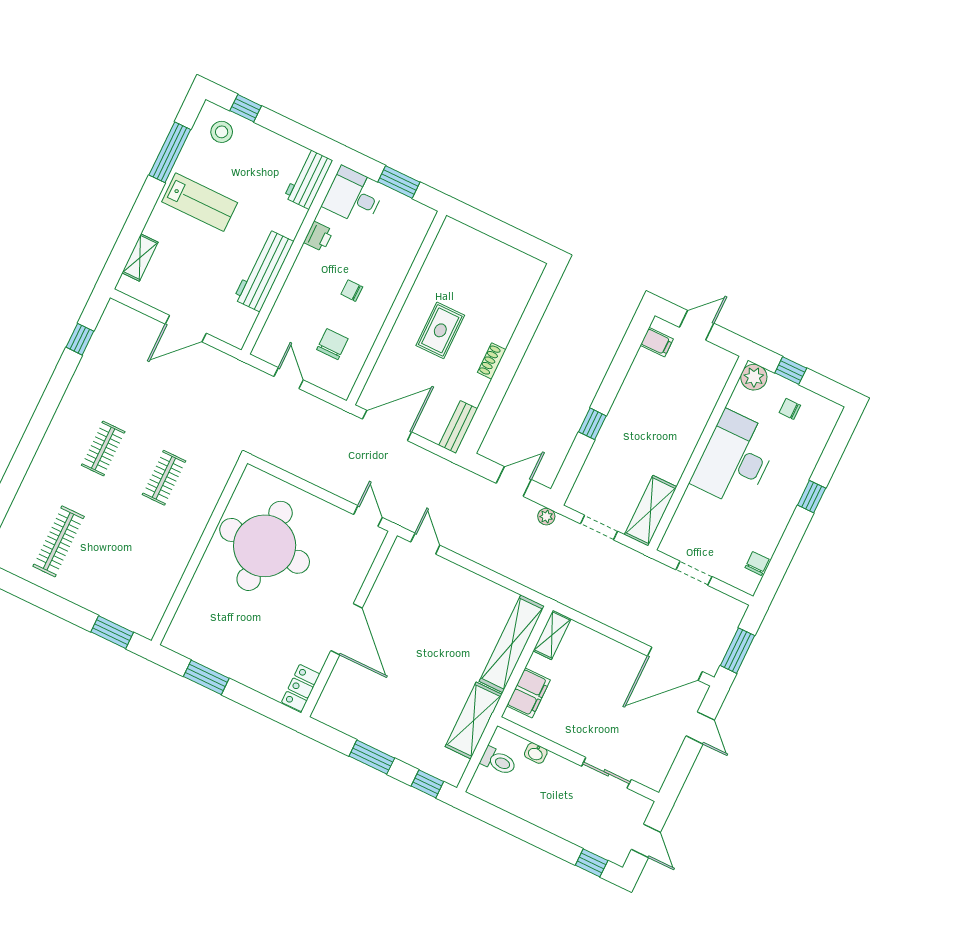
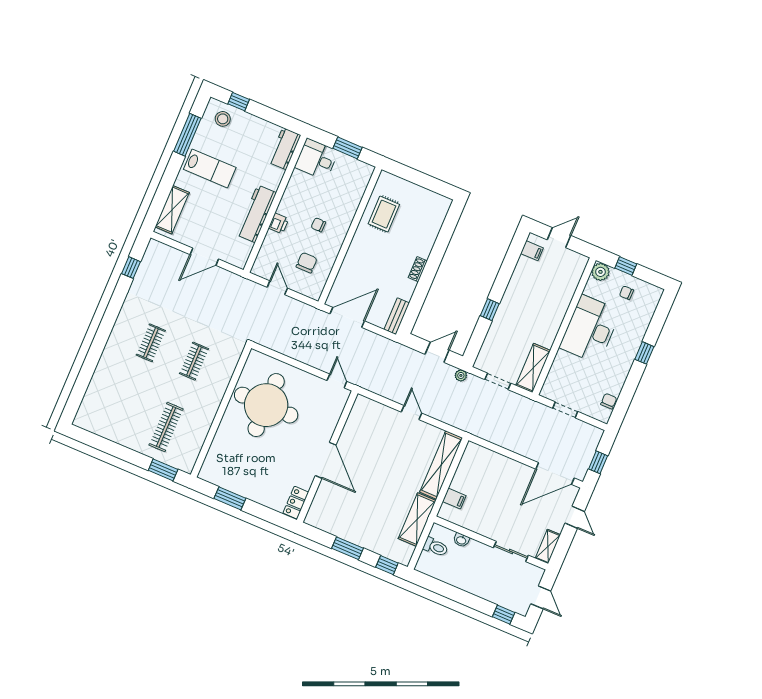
printer: (318, 236) -> (279, 223), moved
shelving: (140, 257) -> (172, 210), width x1.50, depth x1.33
rug: (440, 330) -> (384, 214), moved
clothes rail: (59, 541) -> (166, 427), moved
door: (425, 544) -> (411, 413), moved
shelving: (552, 635) -> (548, 547), moved
window: (737, 651) -> (598, 462), width x0.67
filing cabinet: (528, 693) -> (454, 499), width x0.50

